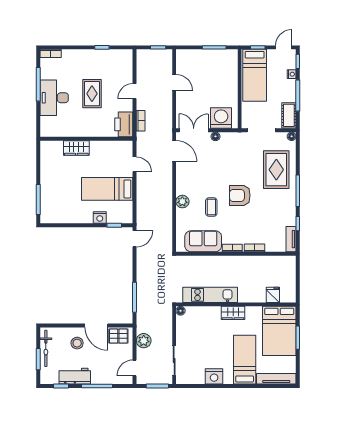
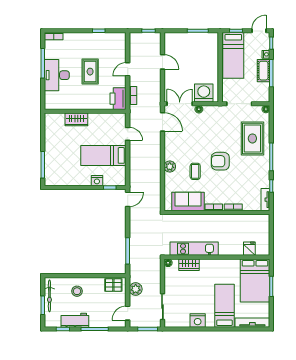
cot: (289, 115) -> (264, 71), moved
wardrobe: (233, 313) -> (189, 265), moved
door: (96, 325) -> (94, 276), removed

